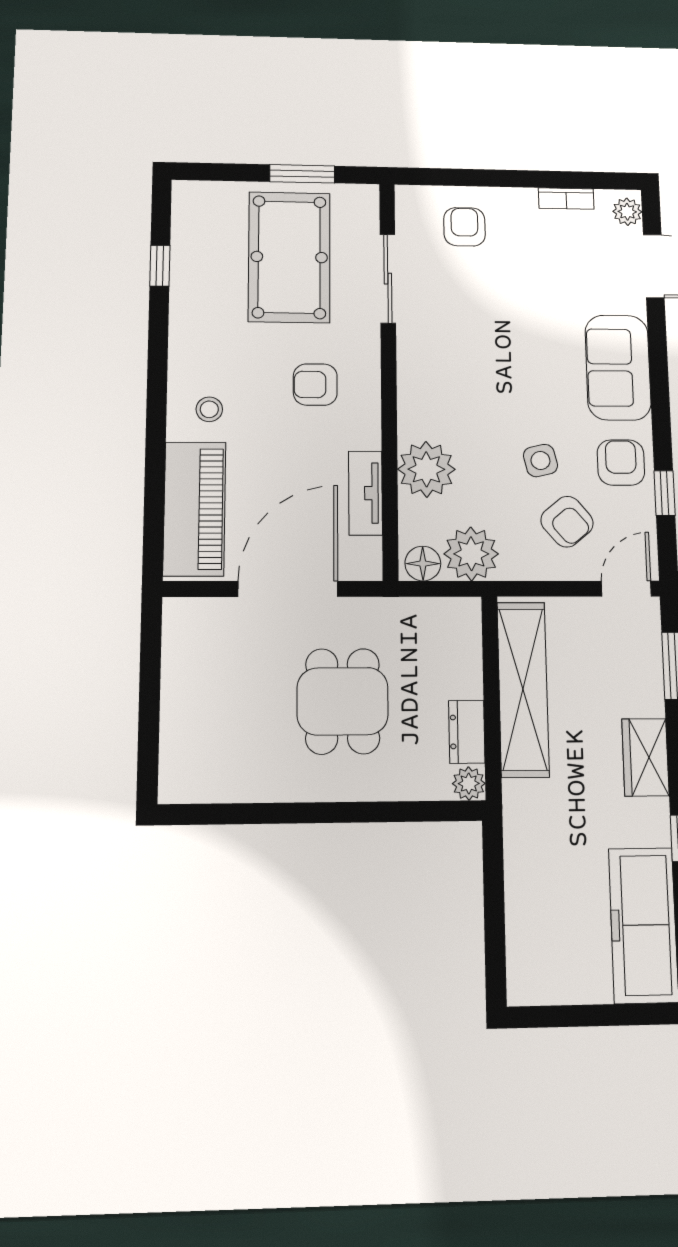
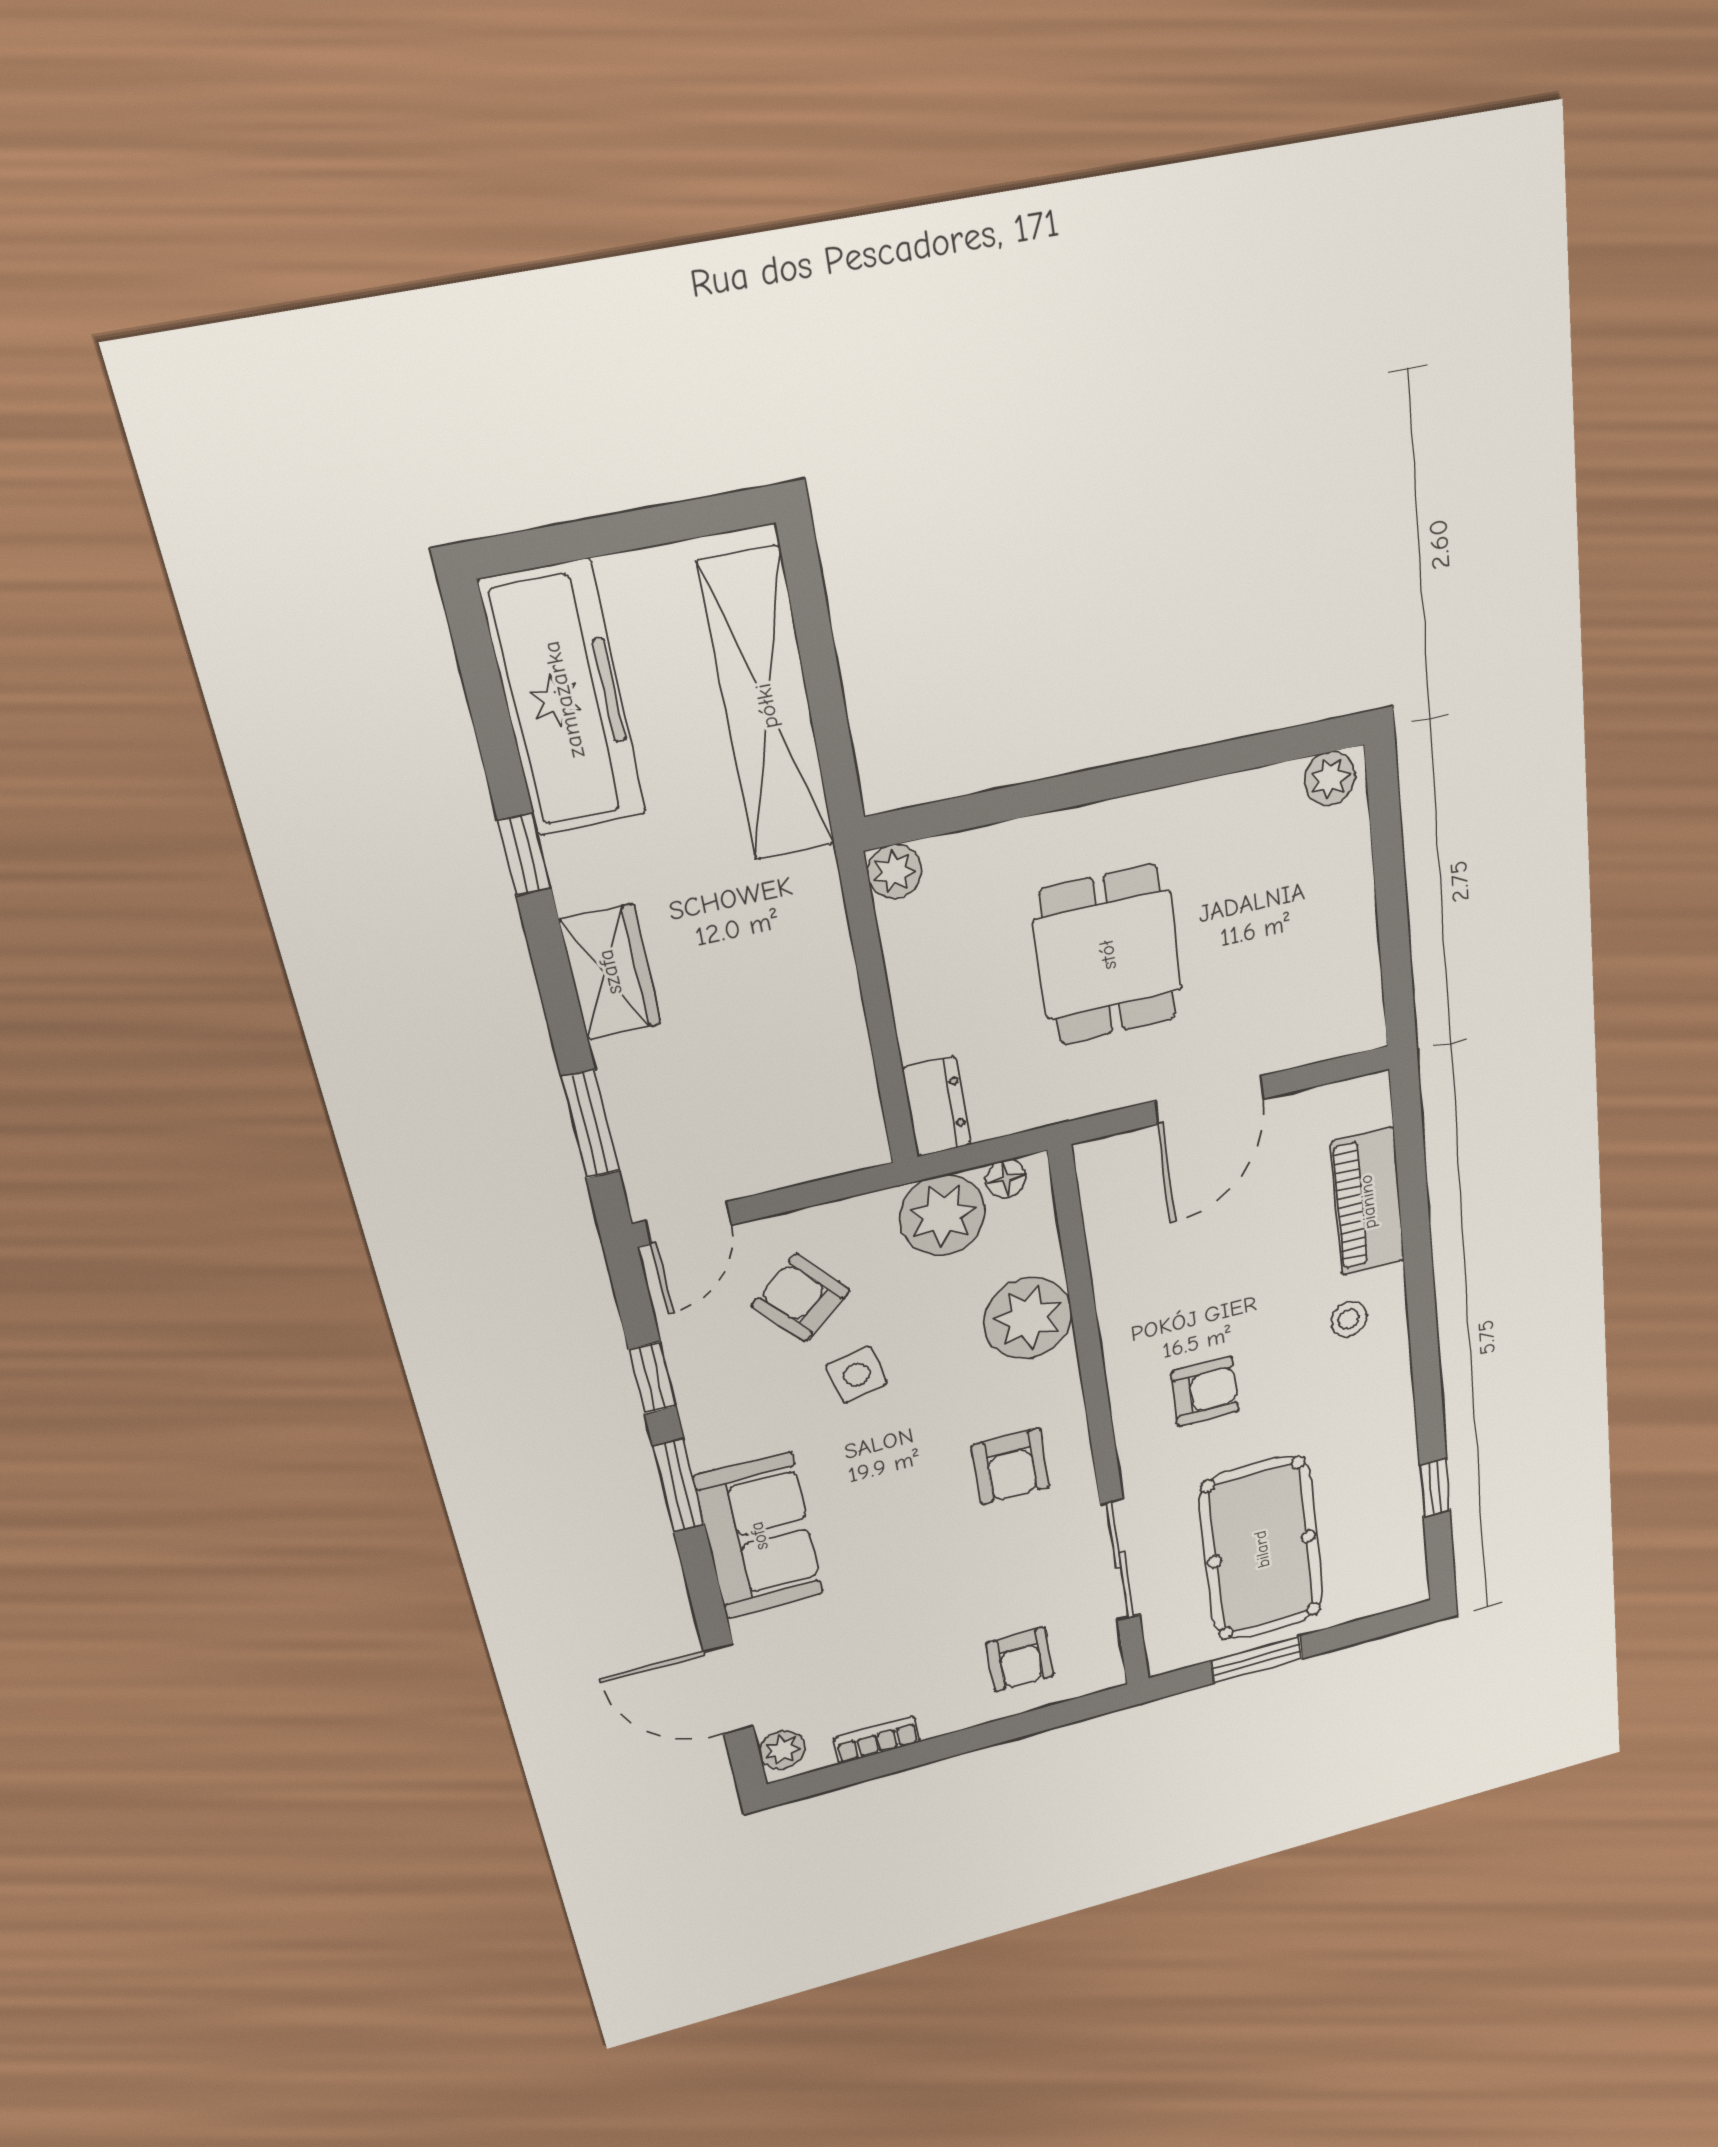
window: (661, 416) -> (679, 1486), added
armchair: (621, 463) -> (1011, 1466), moved
tv unit: (365, 493) -> (1113, 1262), removed
piano: (194, 509) -> (1368, 1202), width x0.73, depth x0.75
floor lamp: (423, 564) -> (1006, 1179), width x0.73, depth x0.73
door: (288, 589) -> (1210, 1100), width x0.73
shelving: (523, 689) -> (767, 706), moved
dresser: (467, 732) -> (936, 1107), moved
plant: (183, 787) -> (1330, 778), added

